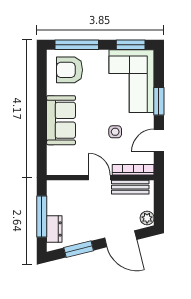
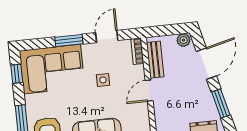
window: (131, 45) -> (17, 74), width x0.67
door: (159, 140) -> (107, 37), swing flipped
bookcase: (133, 170) -> (137, 51), width x0.64

